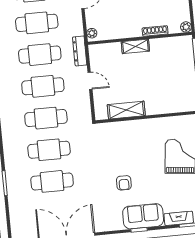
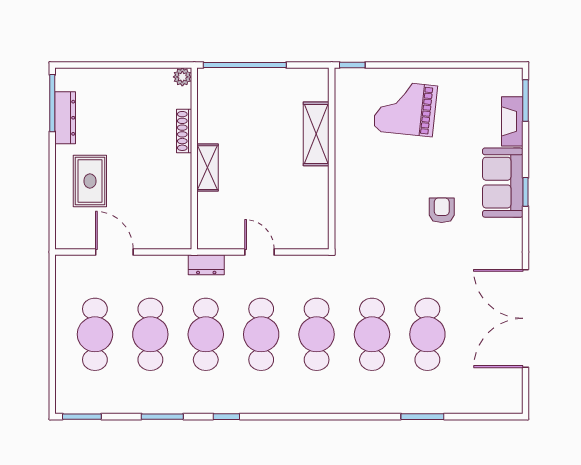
plant: (92, 33) -> (177, 241), removed
dresser: (80, 51) -> (206, 265), width x0.70
door: (90, 81) -> (260, 252), hinge flipped
shelving: (126, 110) -> (316, 134), moved
armchair: (124, 183) -> (442, 210), turned -90

